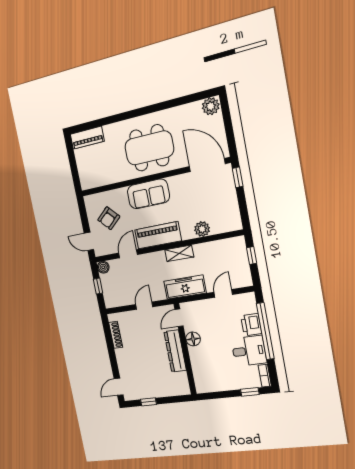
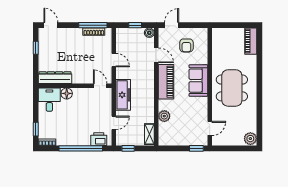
door: (207, 165) -> (210, 128), width x0.53
armchair: (109, 218) -> (186, 45), turned -137
shelving: (179, 253) -> (149, 134), moved
window: (252, 256) -> (128, 148), moved
door: (223, 293) -> (114, 123), hinge flipped
printer: (251, 325) -> (99, 139), moved
window: (108, 337) -> (93, 25), added
floor lamp: (193, 339) -> (67, 93), moved
dresser: (175, 351) -> (55, 78), moved
desk: (249, 351) -> (49, 100), moved, turned 180

